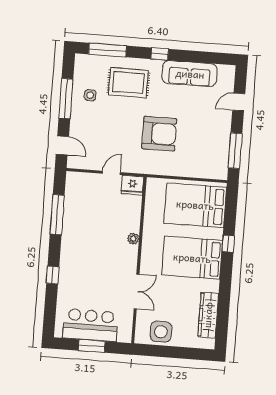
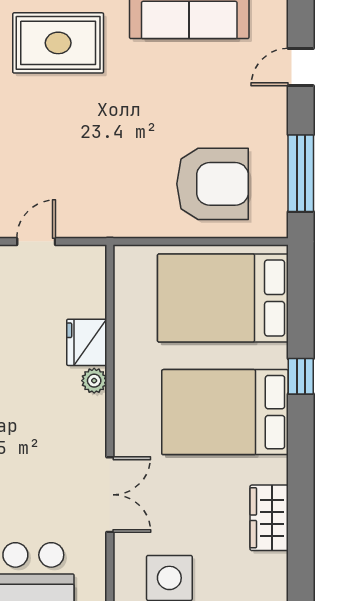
armchair: (159, 134) -> (212, 184), moved
fridge: (132, 185) -> (87, 342), moved, turned 90
wardrobe: (208, 315) -> (269, 518), width x0.67

